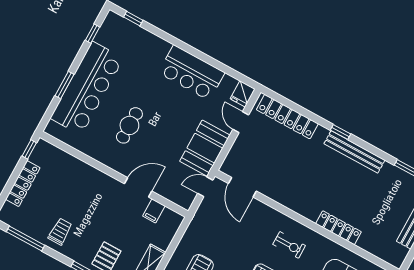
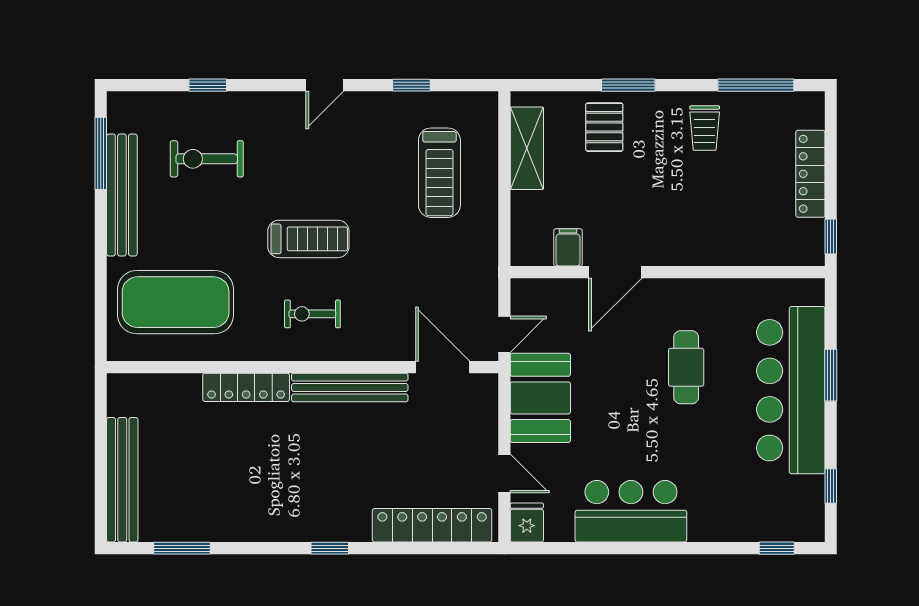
bench: (354, 152) -> (350, 387), moved

